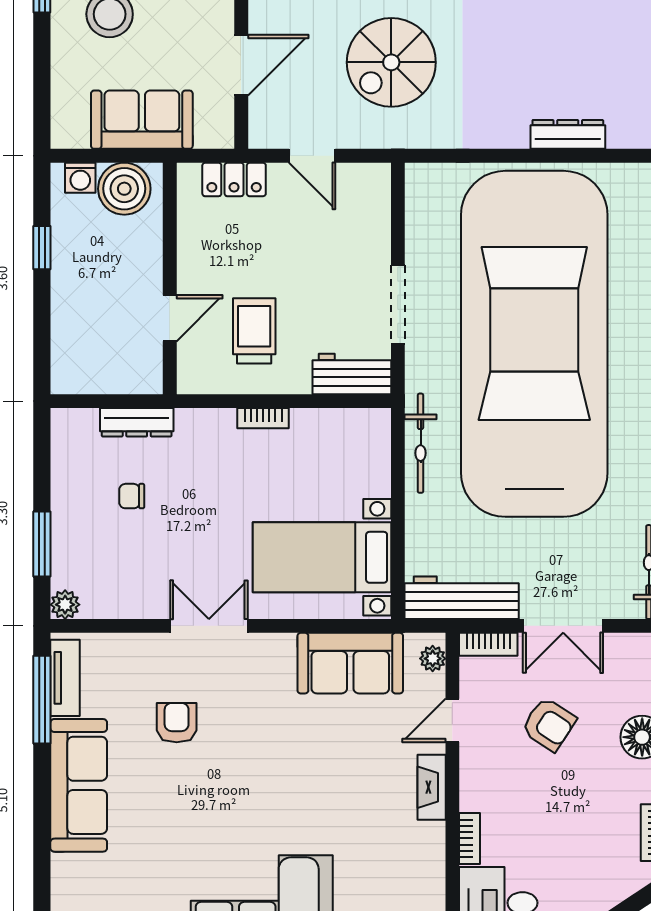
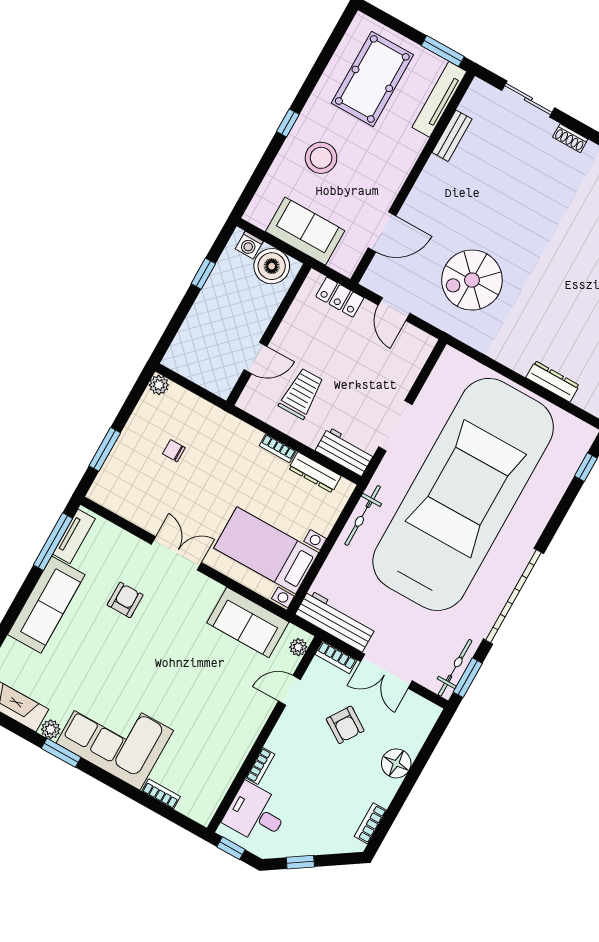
dresser: (137, 422) -> (315, 472), moved
plant: (65, 605) -> (159, 385), moved
fireplace: (432, 787) -> (255, 723), removed

